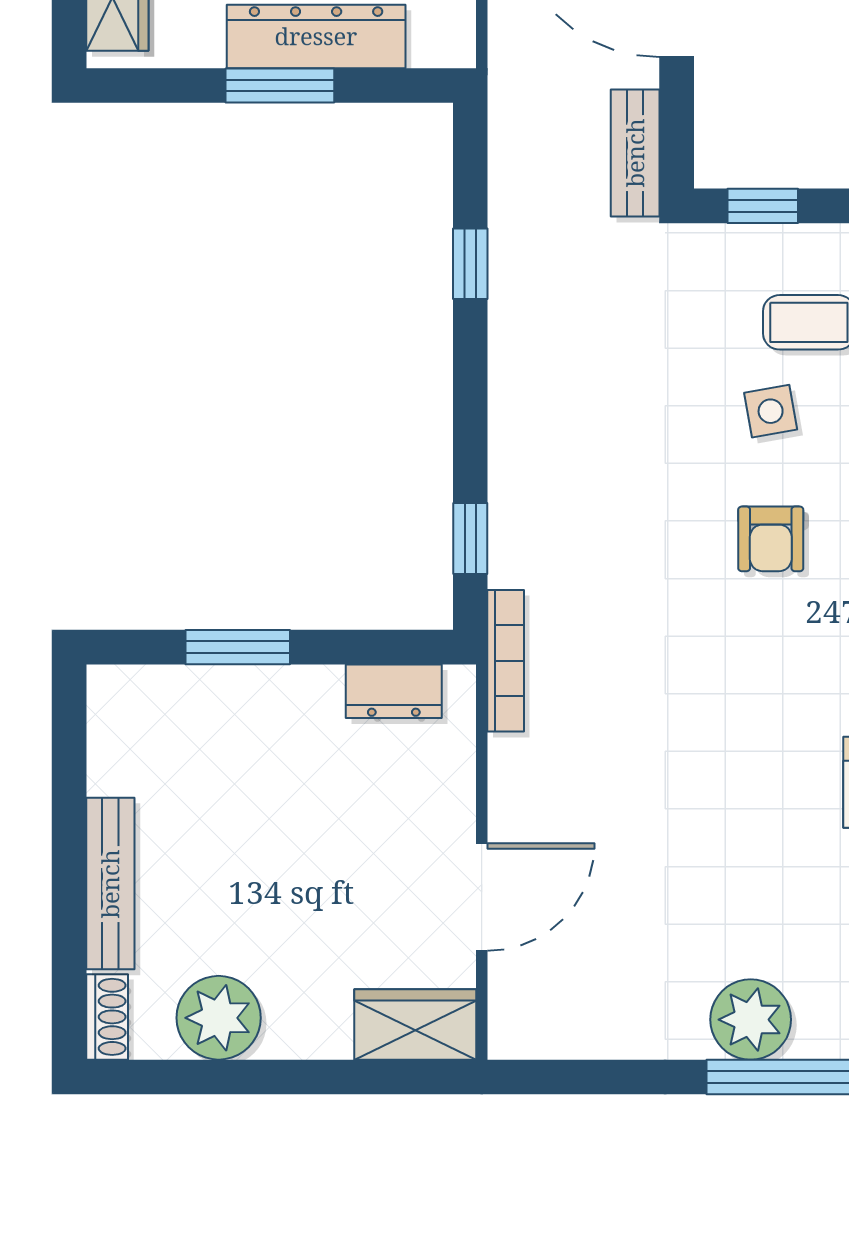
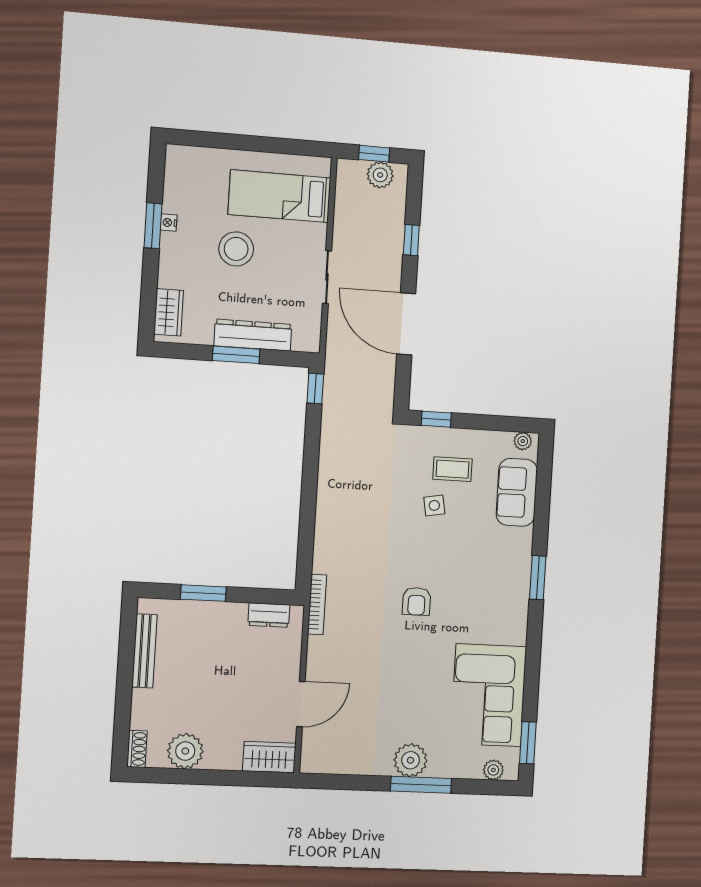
bench: (635, 153) -> (385, 394), removed
window: (470, 264) -> (315, 388), moved
window: (470, 538) -> (305, 552), removed
armchair: (771, 539) -> (417, 601), moved
bench: (110, 884) -> (145, 651), moved

